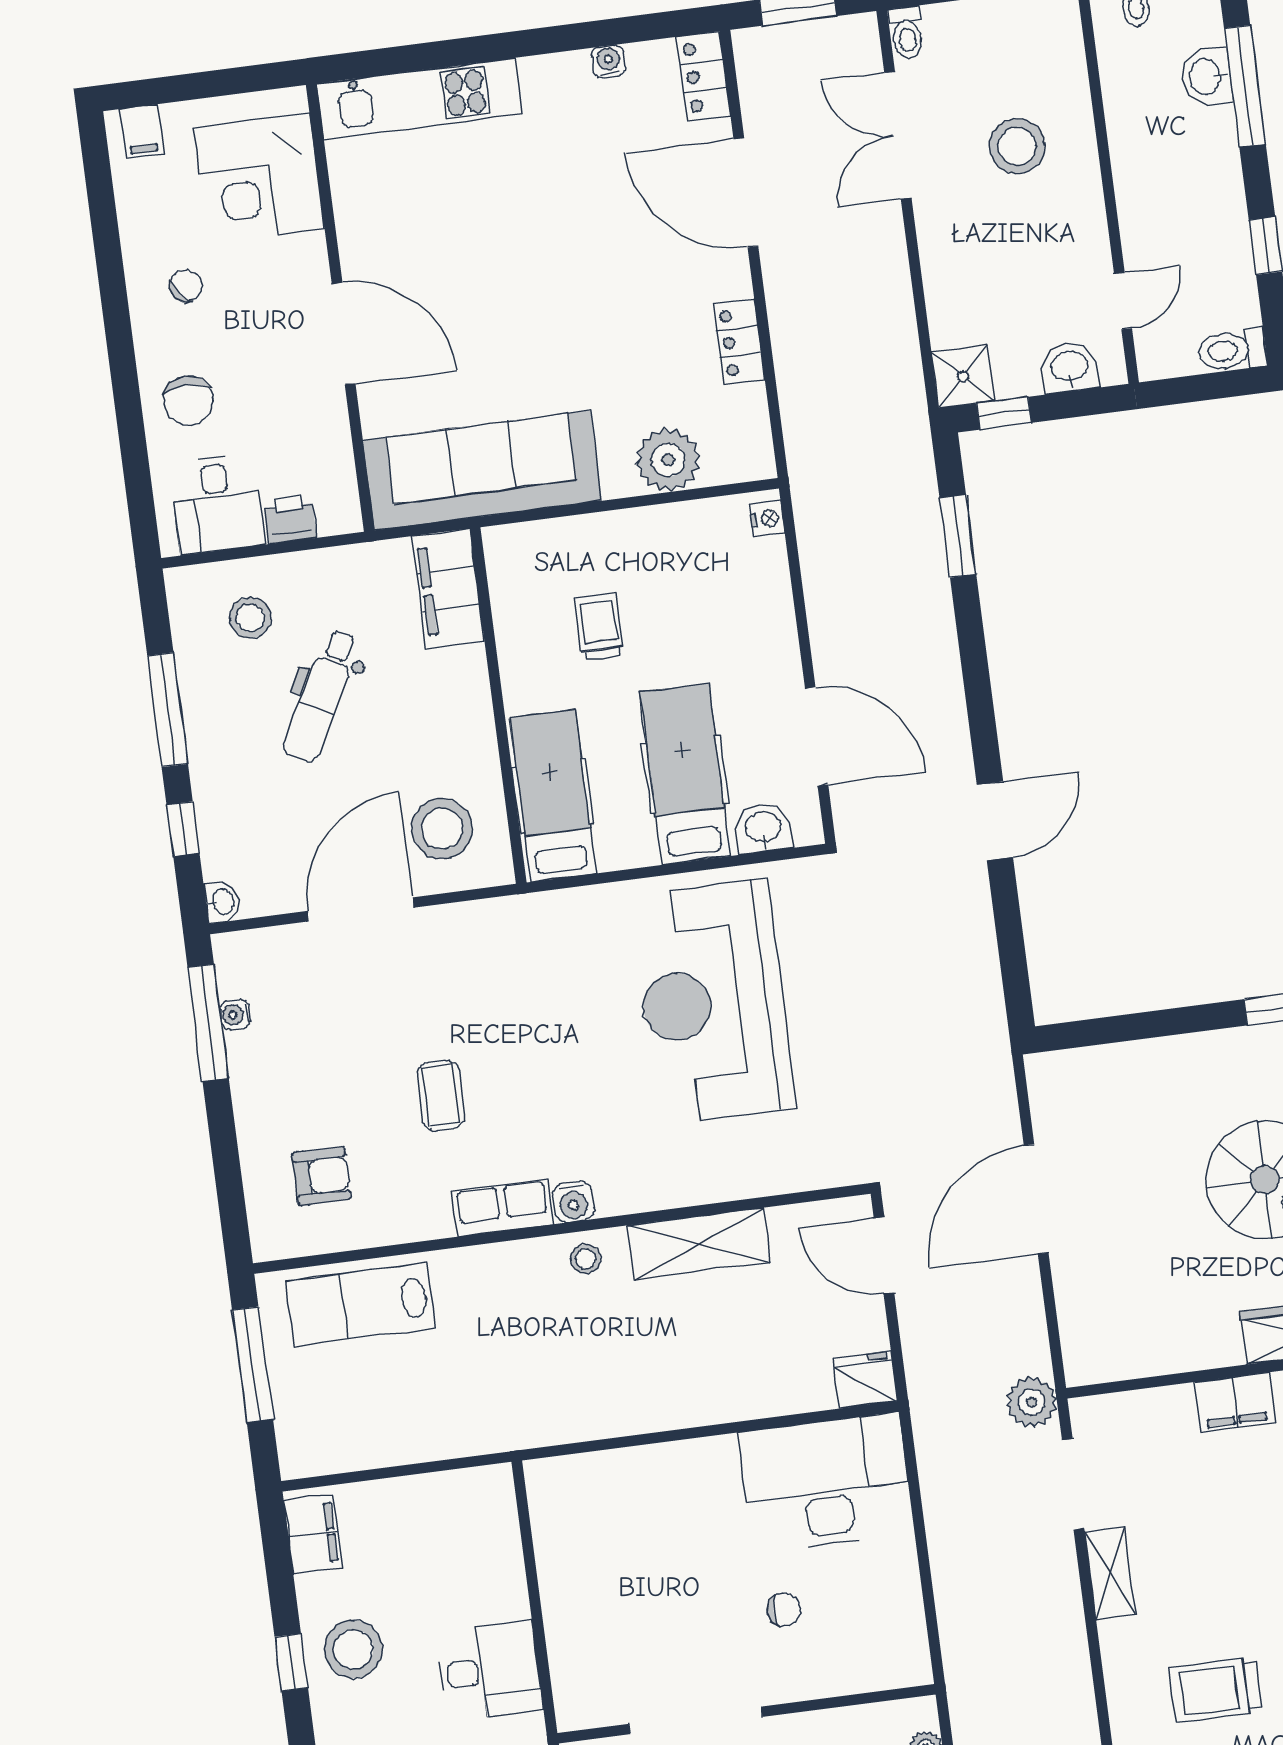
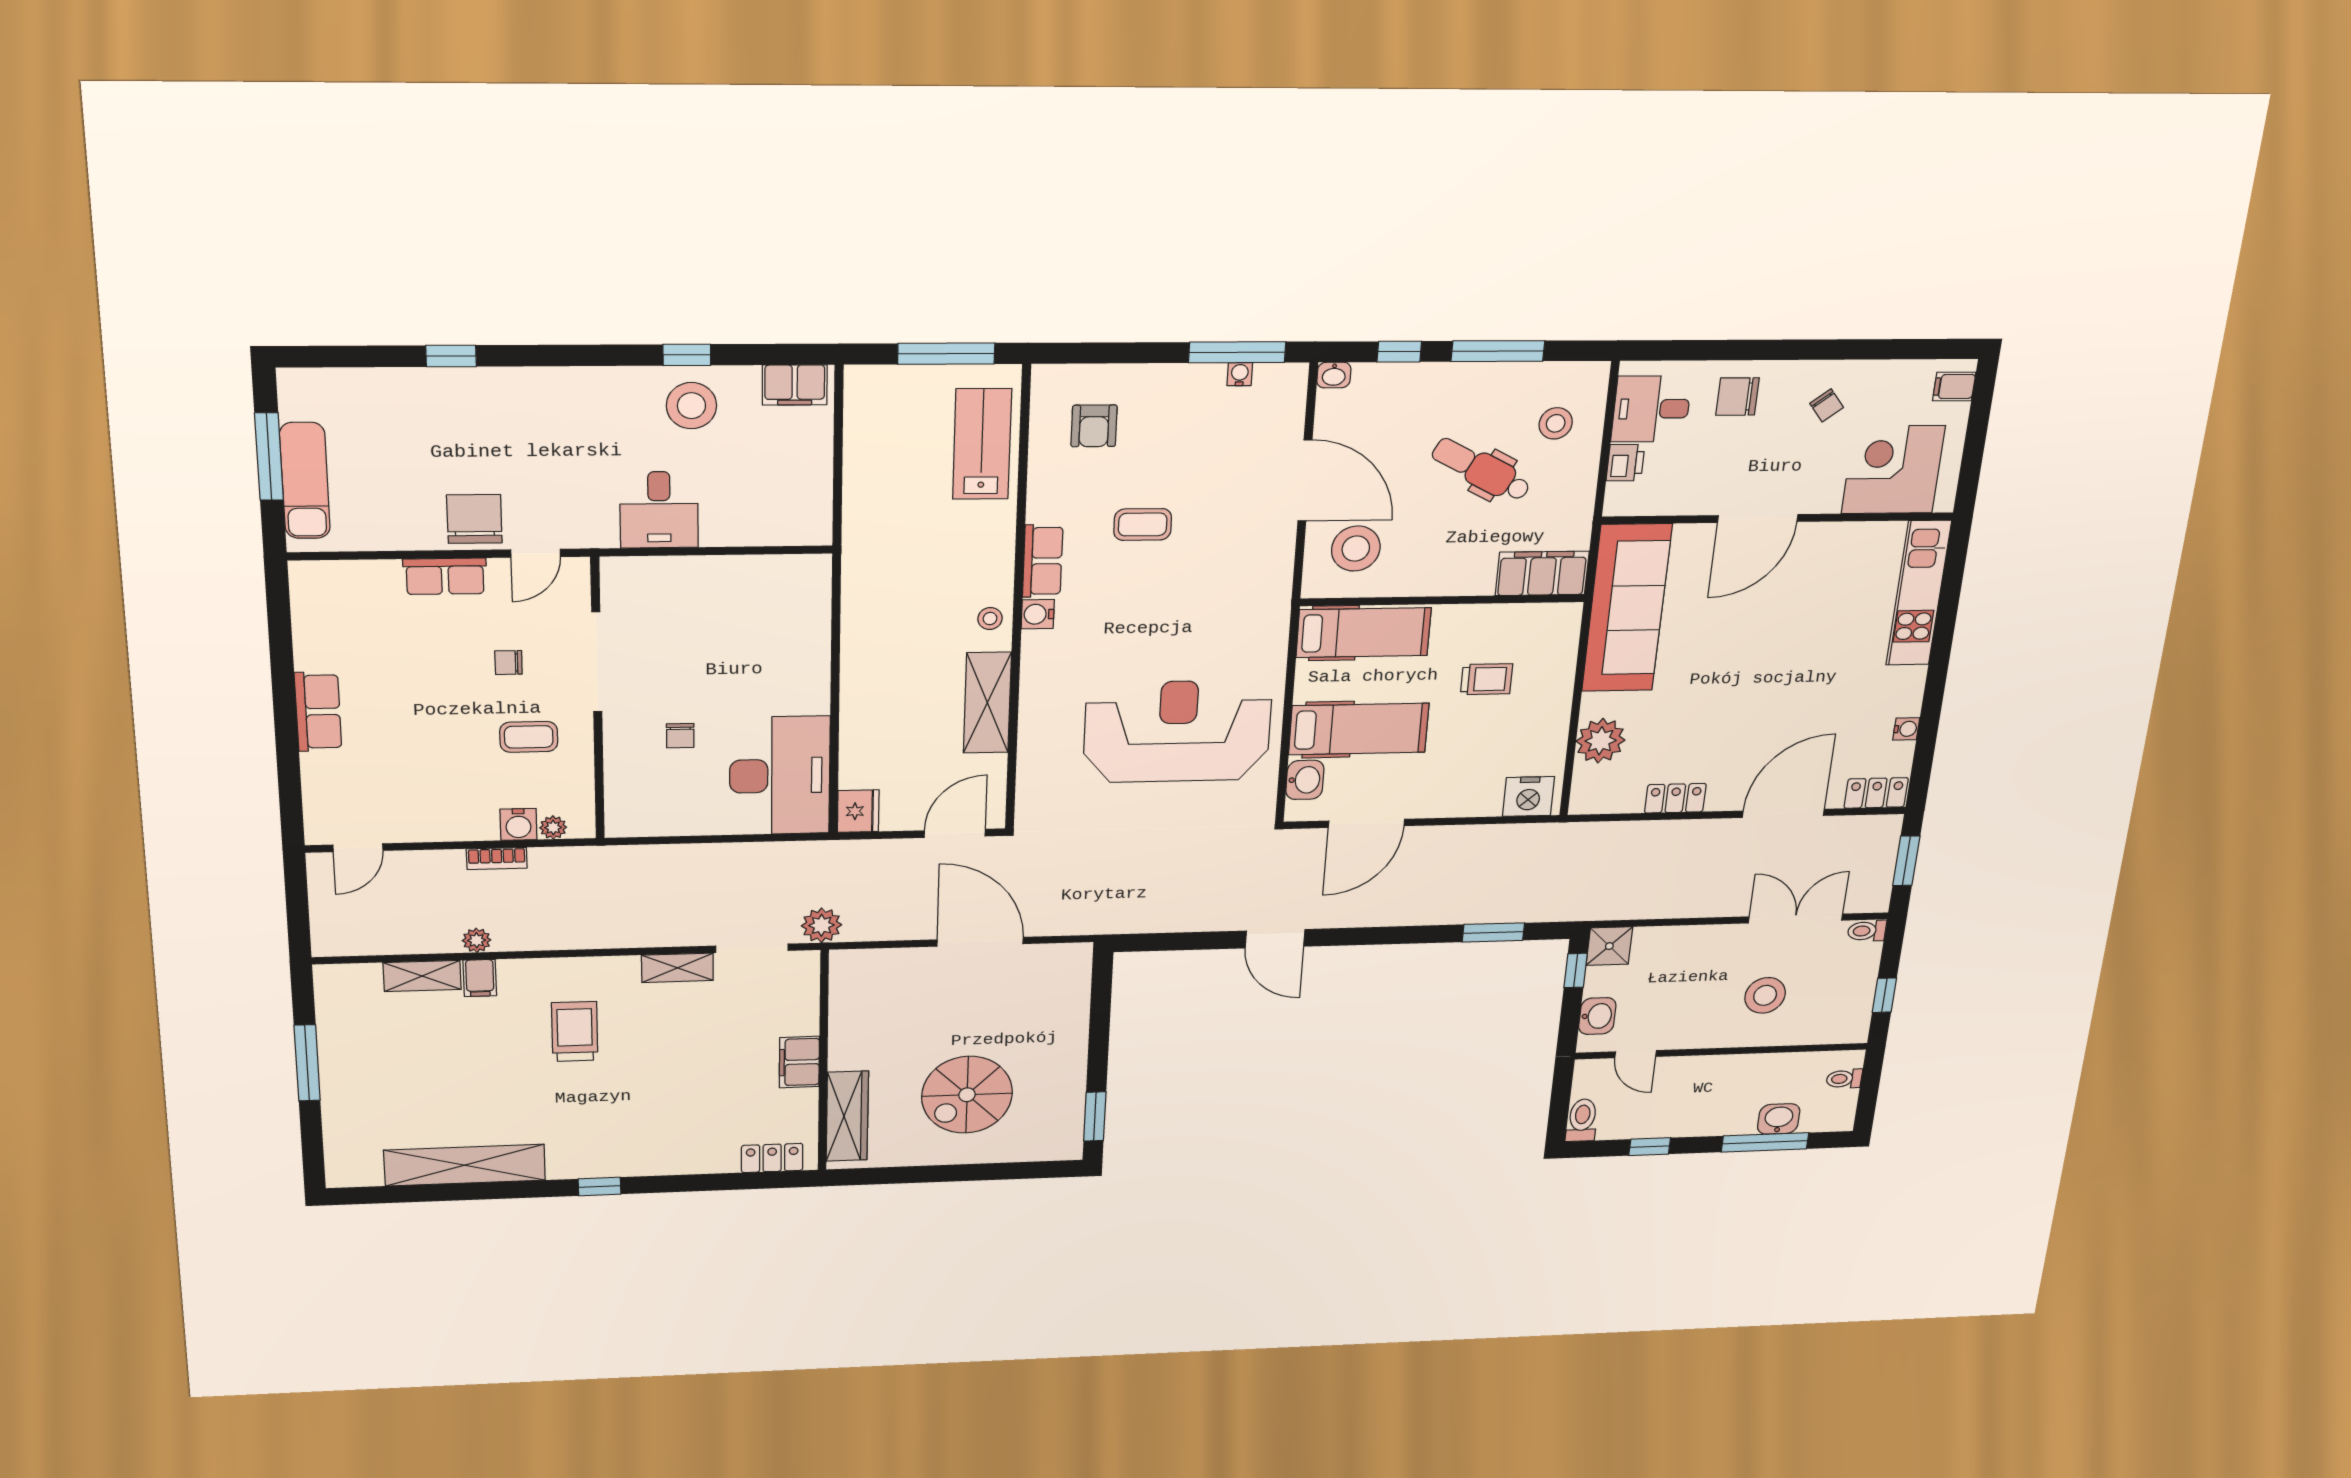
nightstand: (767, 519) -> (1528, 797), width x1.89, depth x1.79

